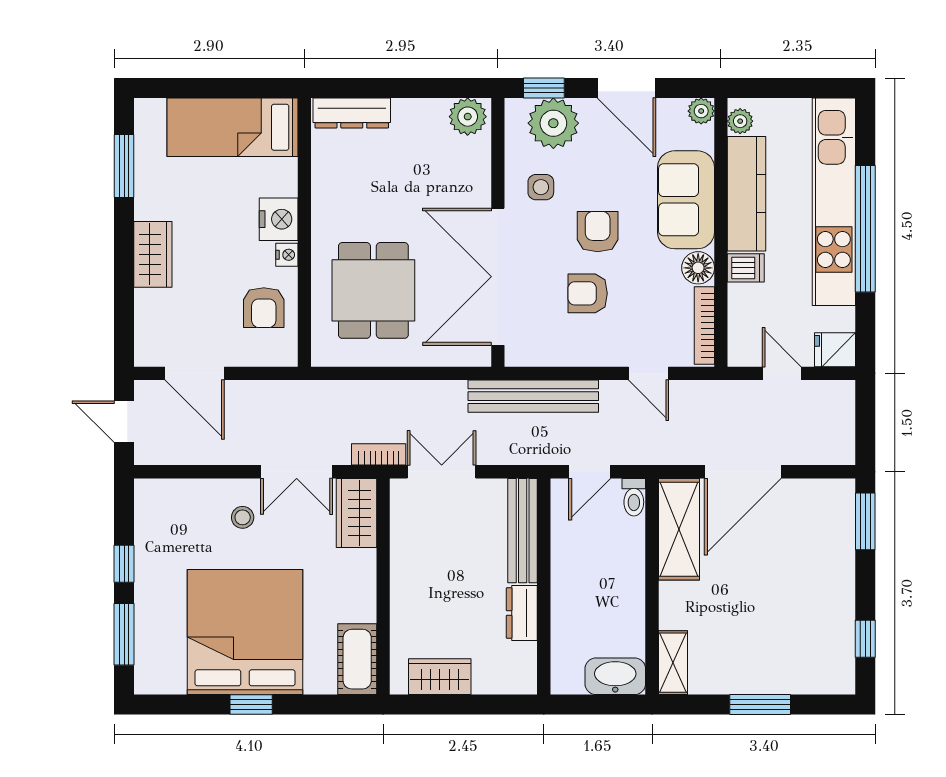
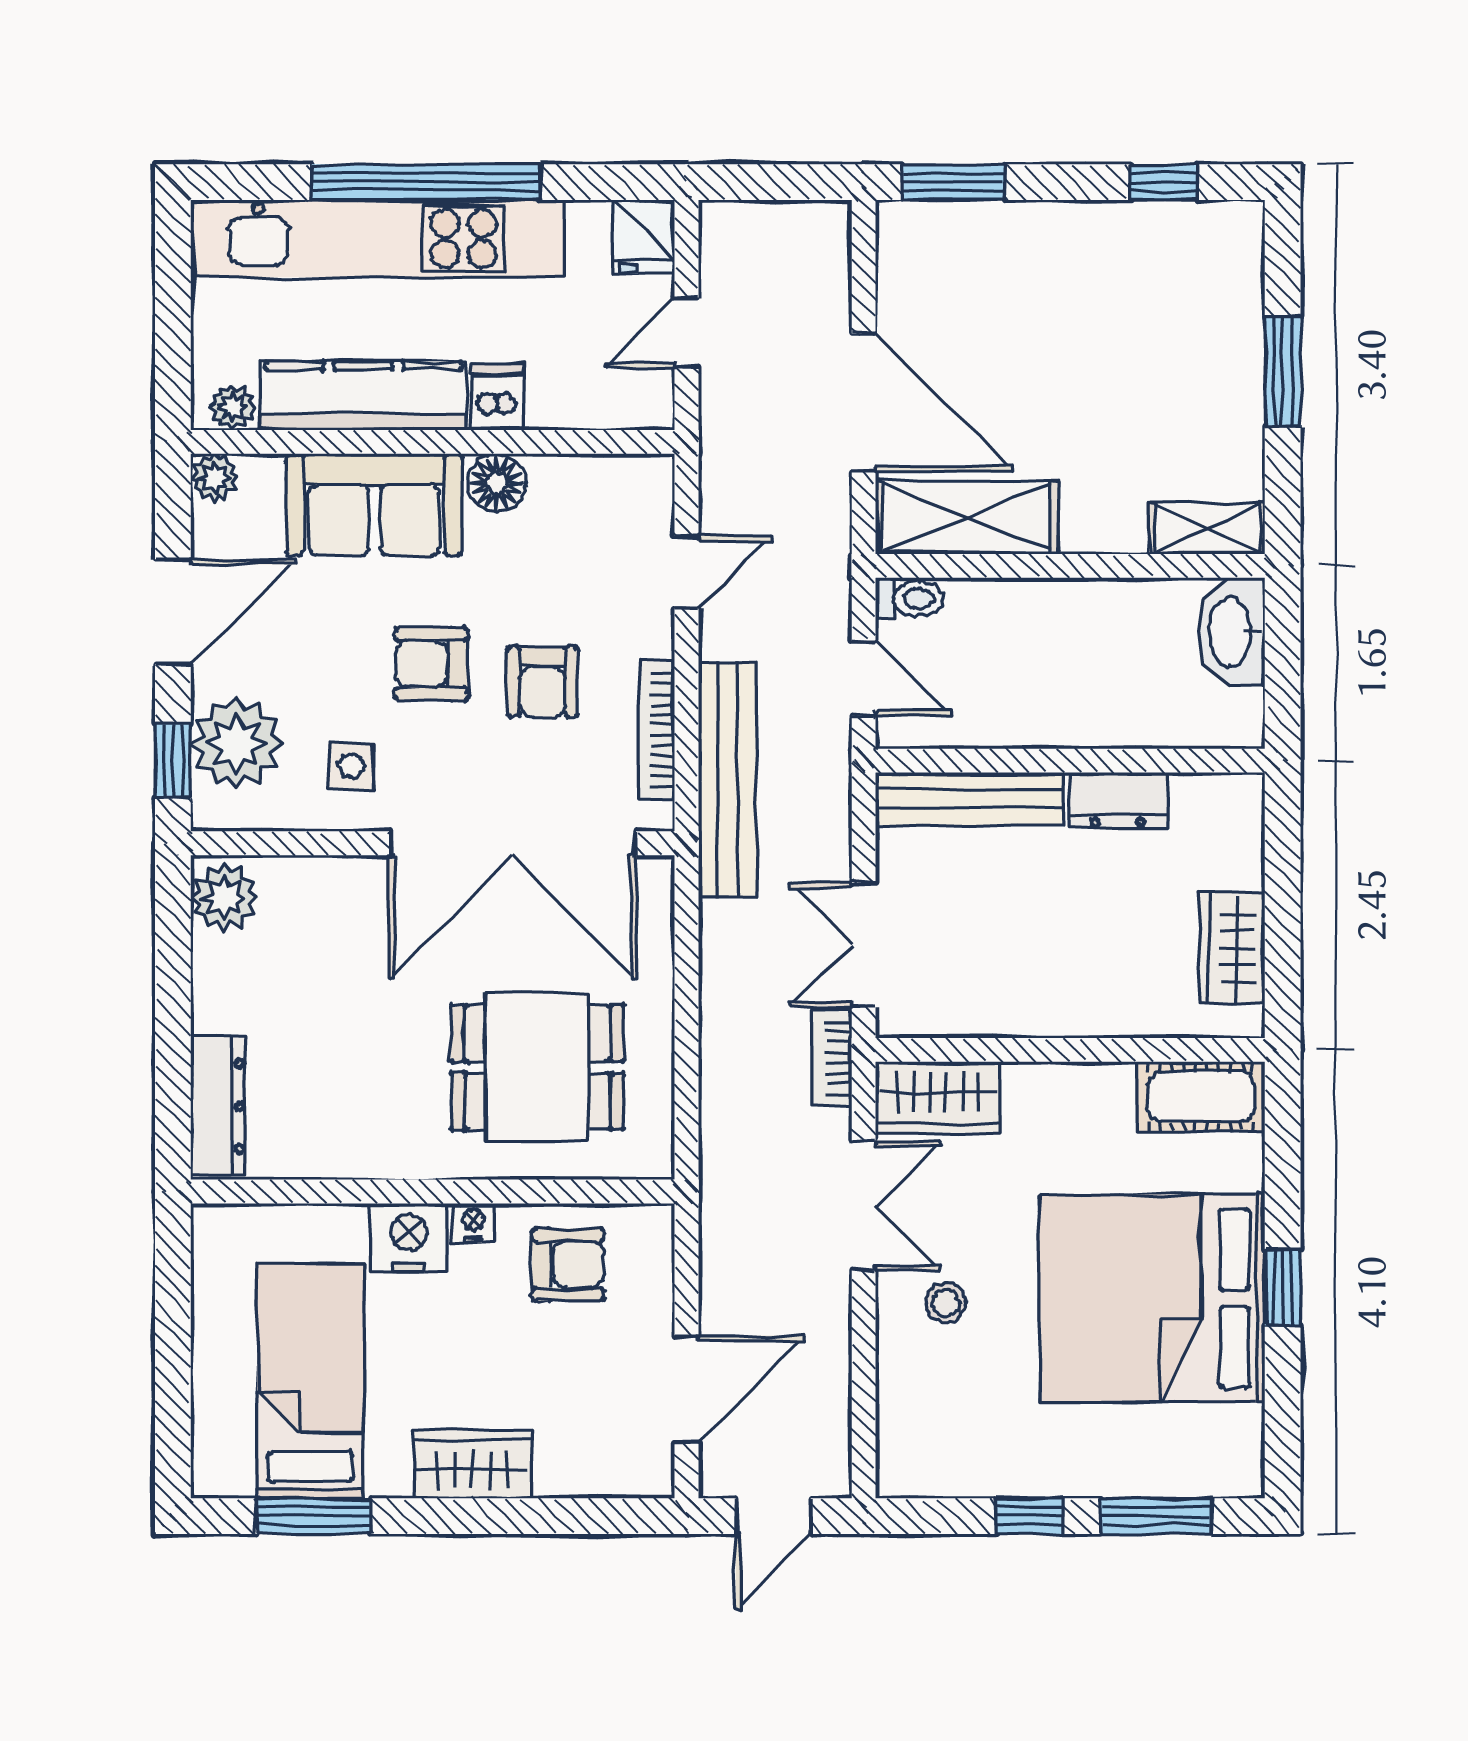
bed: (233, 127) -> (310, 1381), moved, turned 180
bookcase: (704, 325) -> (657, 730), moved, turned 90

